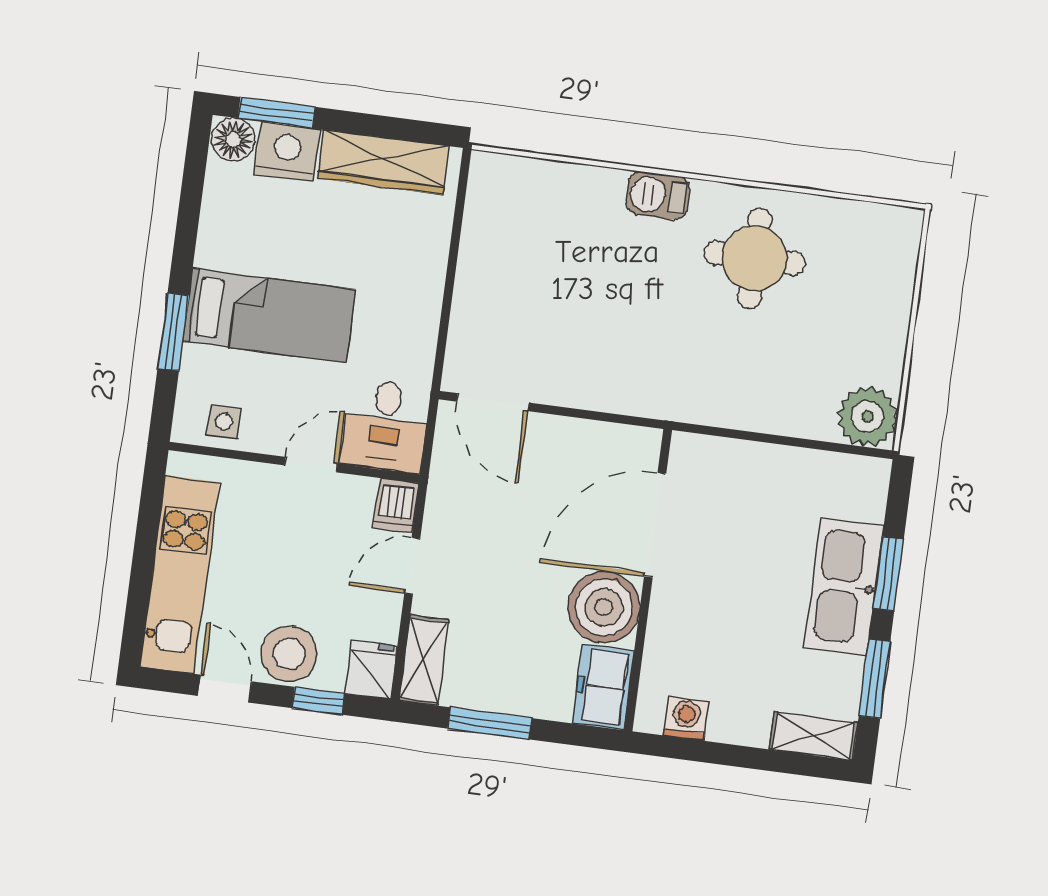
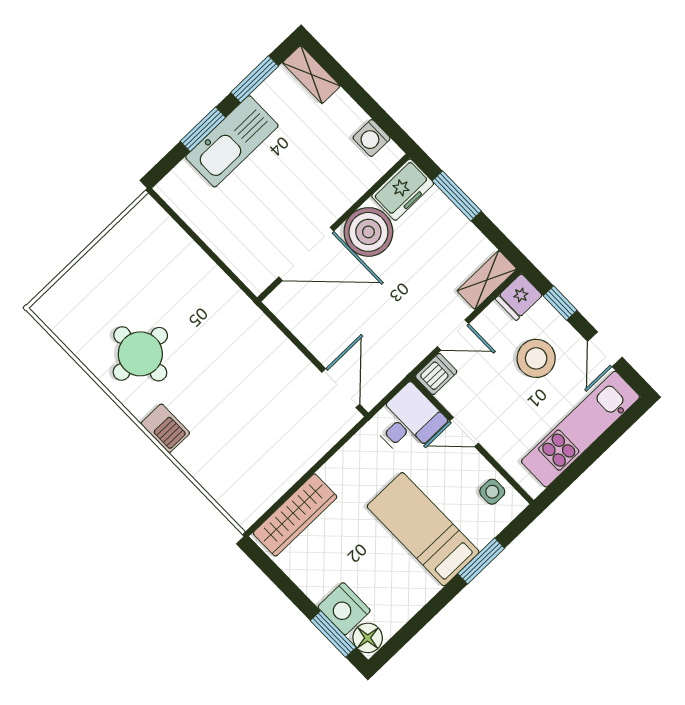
wardrobe: (383, 162) -> (295, 515), moved, turned 90
plant: (867, 416) -> (147, 222), removed
stool: (289, 654) -> (536, 358), moved
window: (490, 723) -> (457, 196), moved

